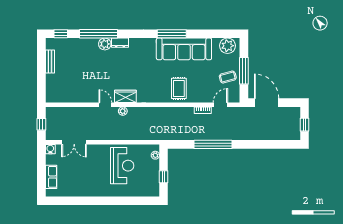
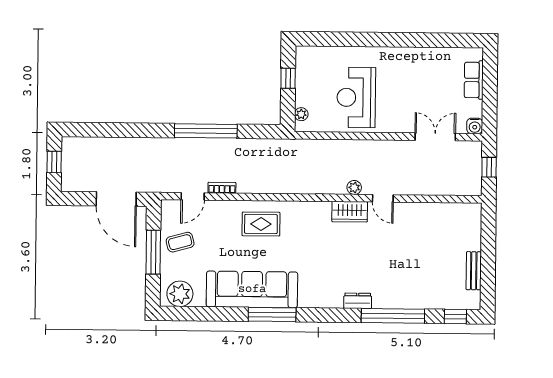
plant: (105, 44) -> (383, 299), removed
rug: (179, 88) -> (261, 224), turned 90

